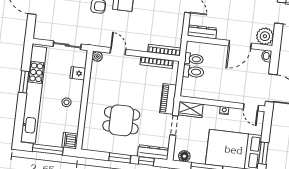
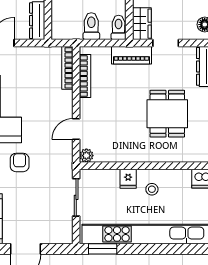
toilet: (194, 59) -> (119, 27), moved
fridge: (78, 73) -> (128, 179), moved
window: (24, 82) -> (103, 249), moved

